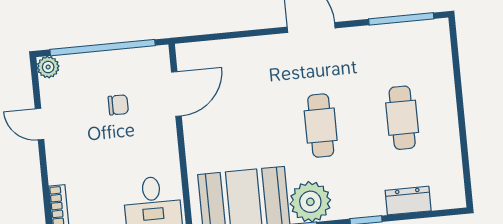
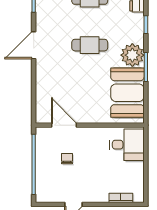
plant: (48, 67) -> (42, 196), removed

